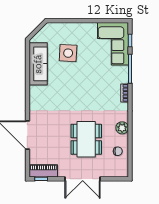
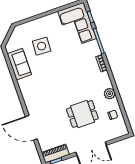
sofa: (38, 64) -> (19, 64), width x0.73
dining table: (86, 139) -> (82, 114), width x0.73

